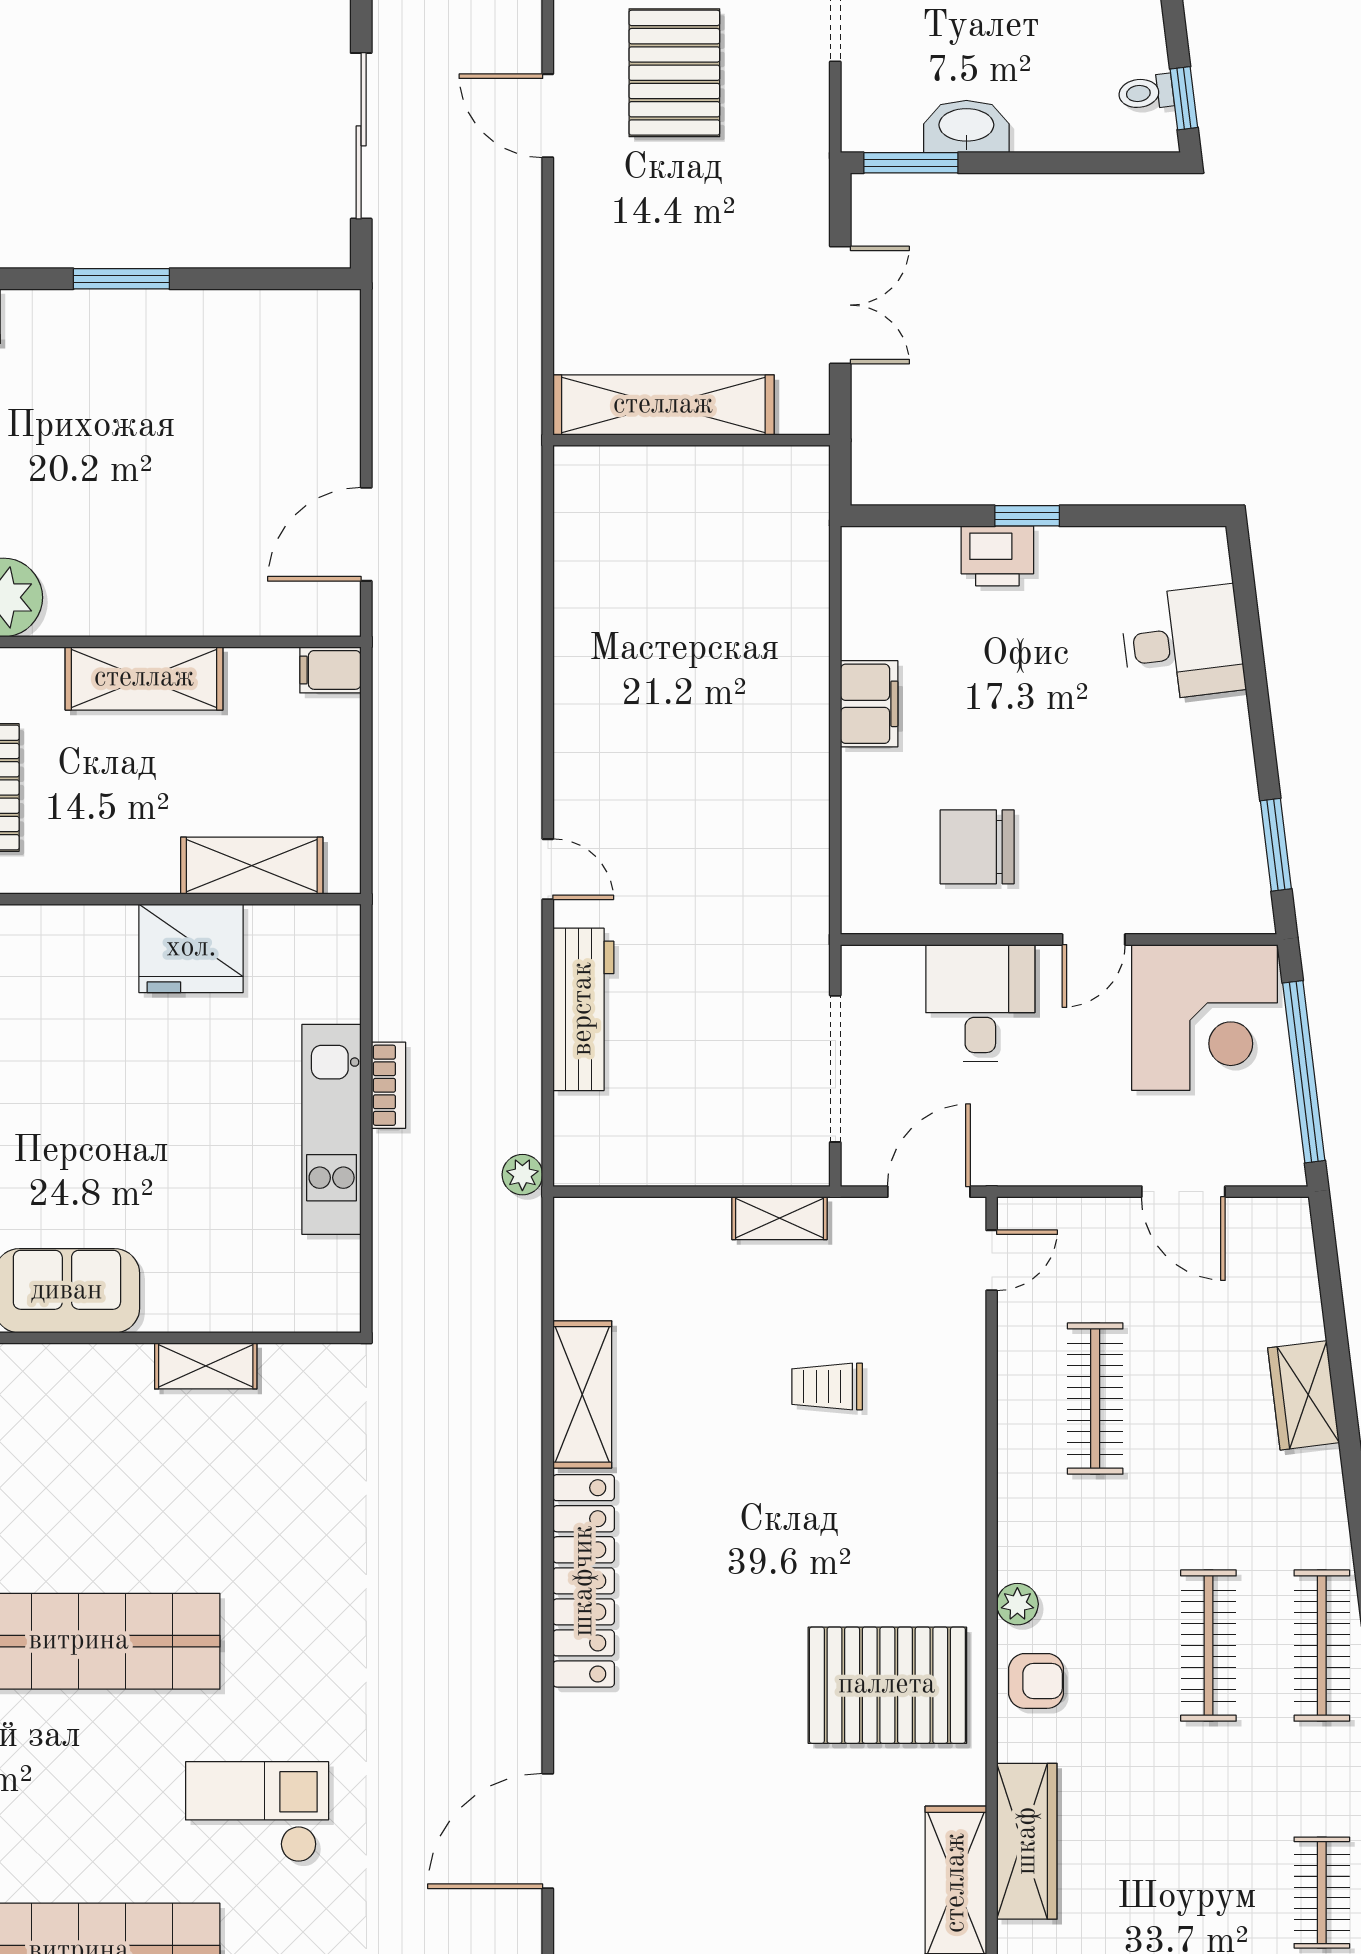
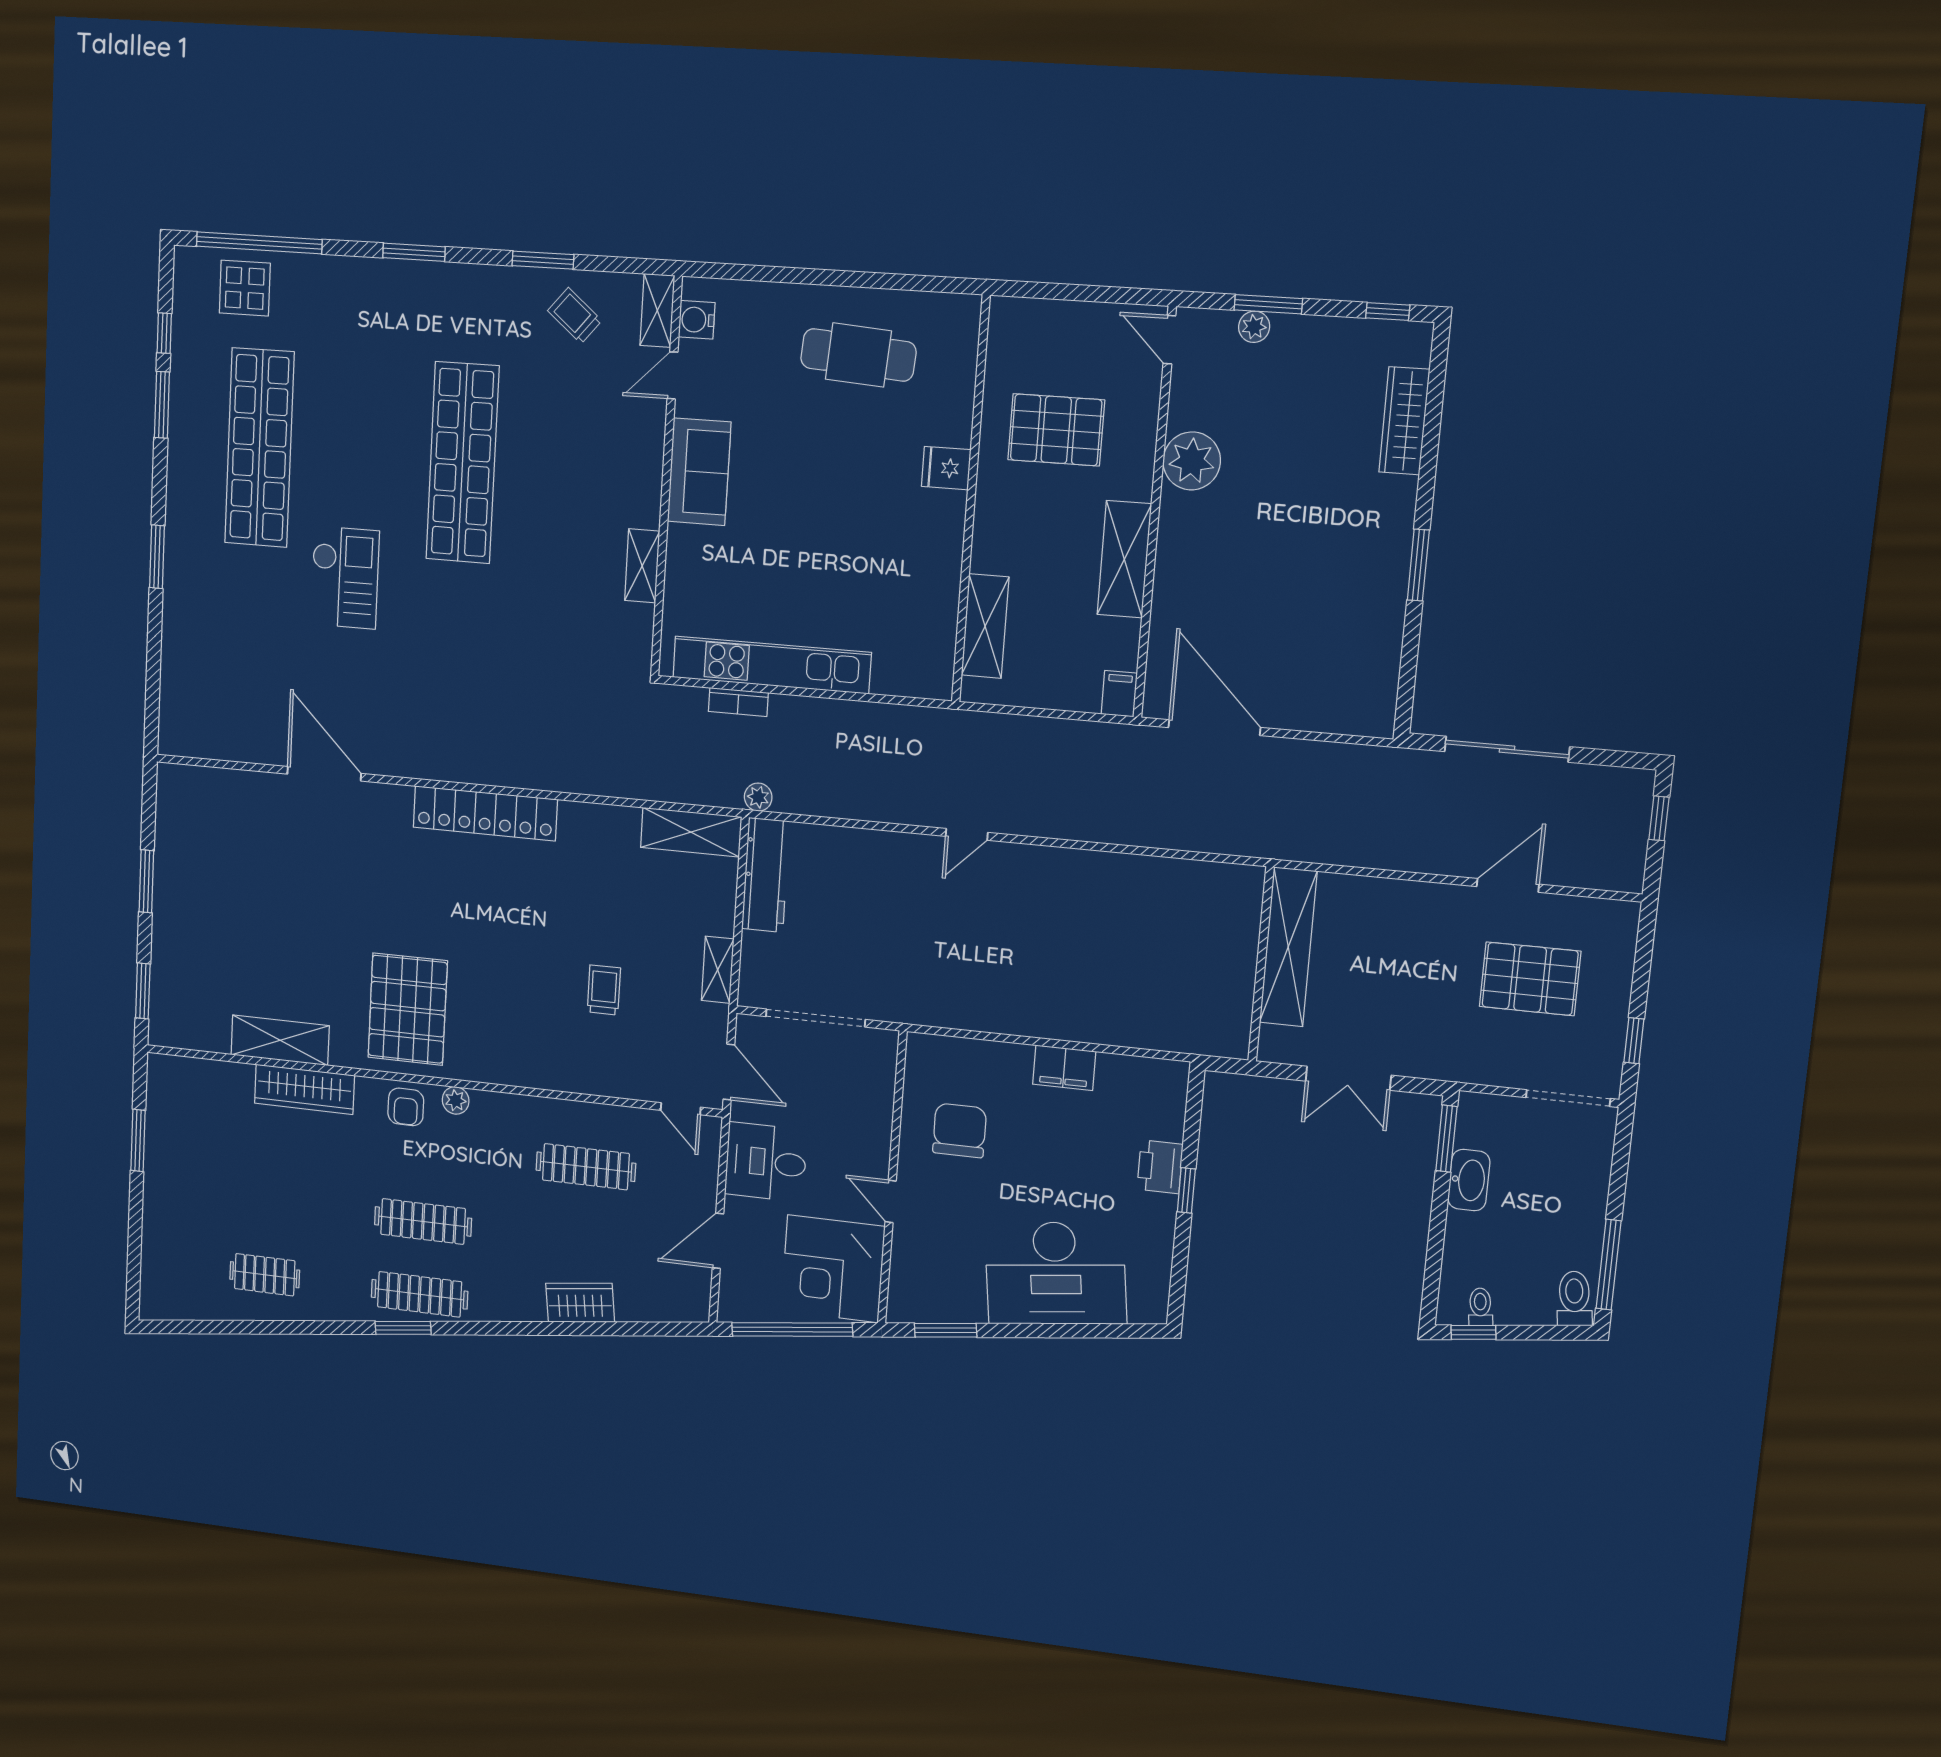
door: (366, 534) -> (1214, 728), width x1.36
desk: (1183, 643) -> (1056, 1273), width x1.87, depth x1.30
fridge: (191, 948) -> (946, 468), moved, width x0.53, depth x0.75
desk: (980, 1003) -> (766, 1162), moved, turned 180
workbench: (583, 1009) -> (766, 875), moved, turned -90
bookcase: (388, 1085) -> (738, 702), moved
kitchen unit: (332, 1129) -> (772, 665), width x1.36
shelving: (582, 1394) -> (691, 832), moved

